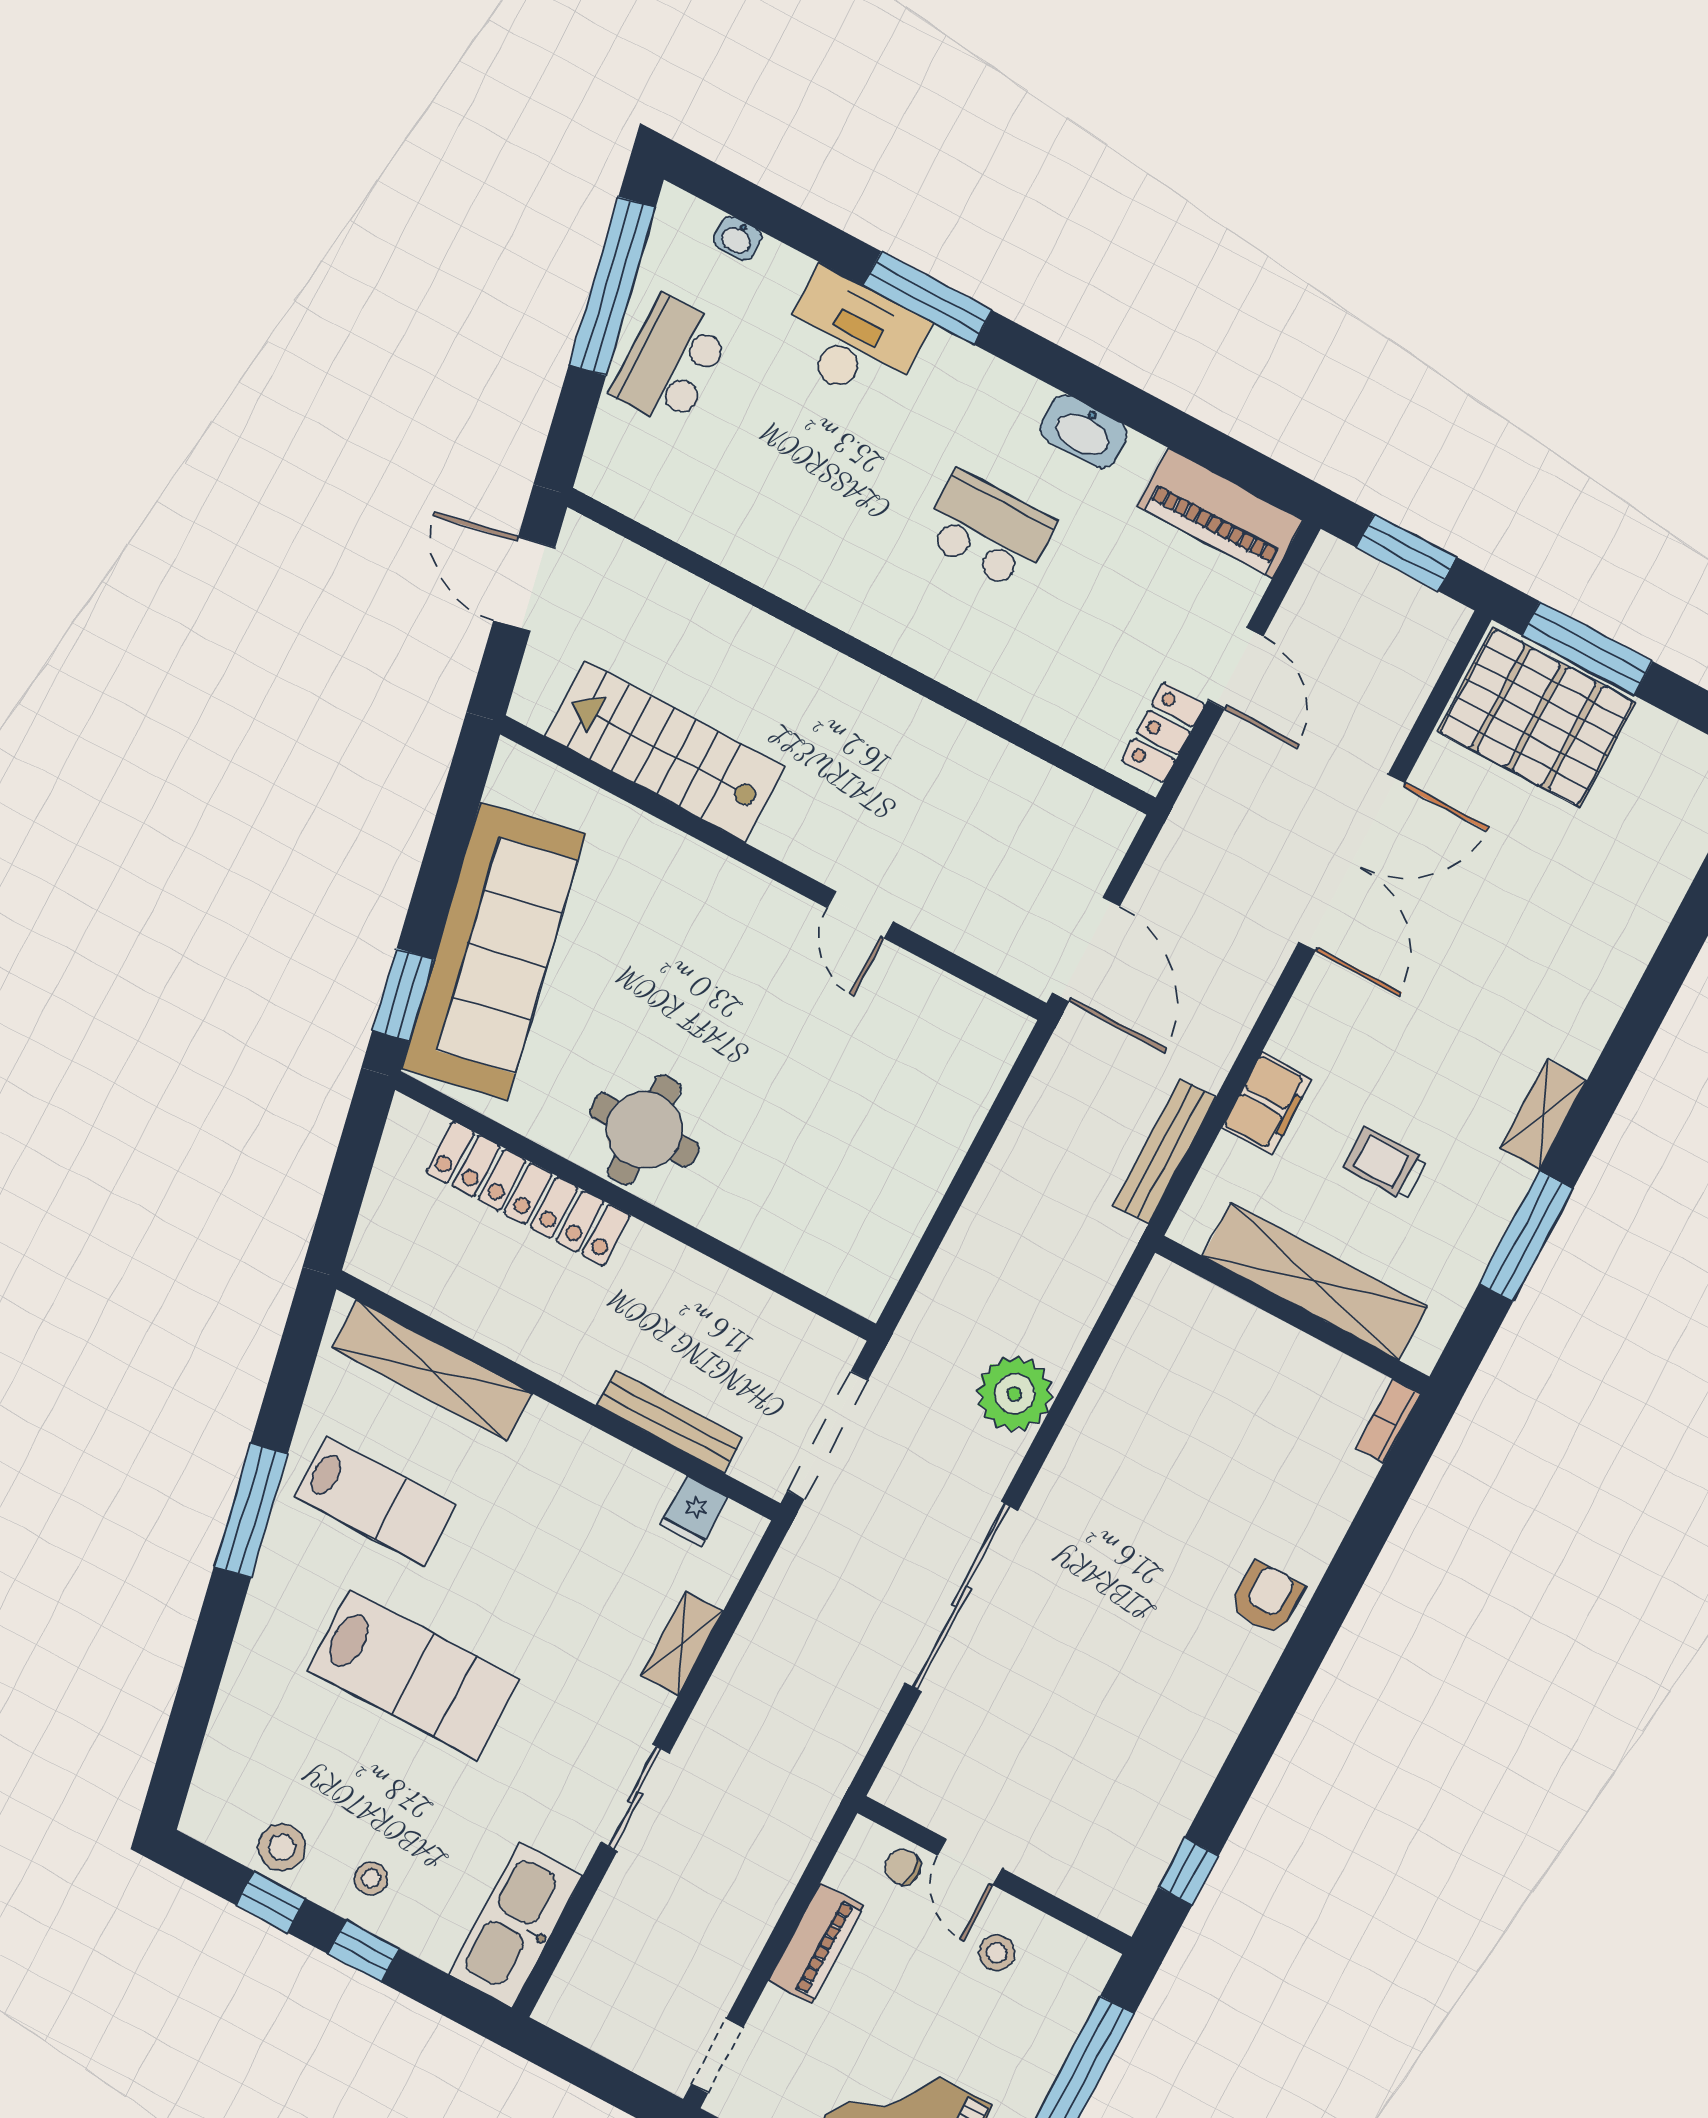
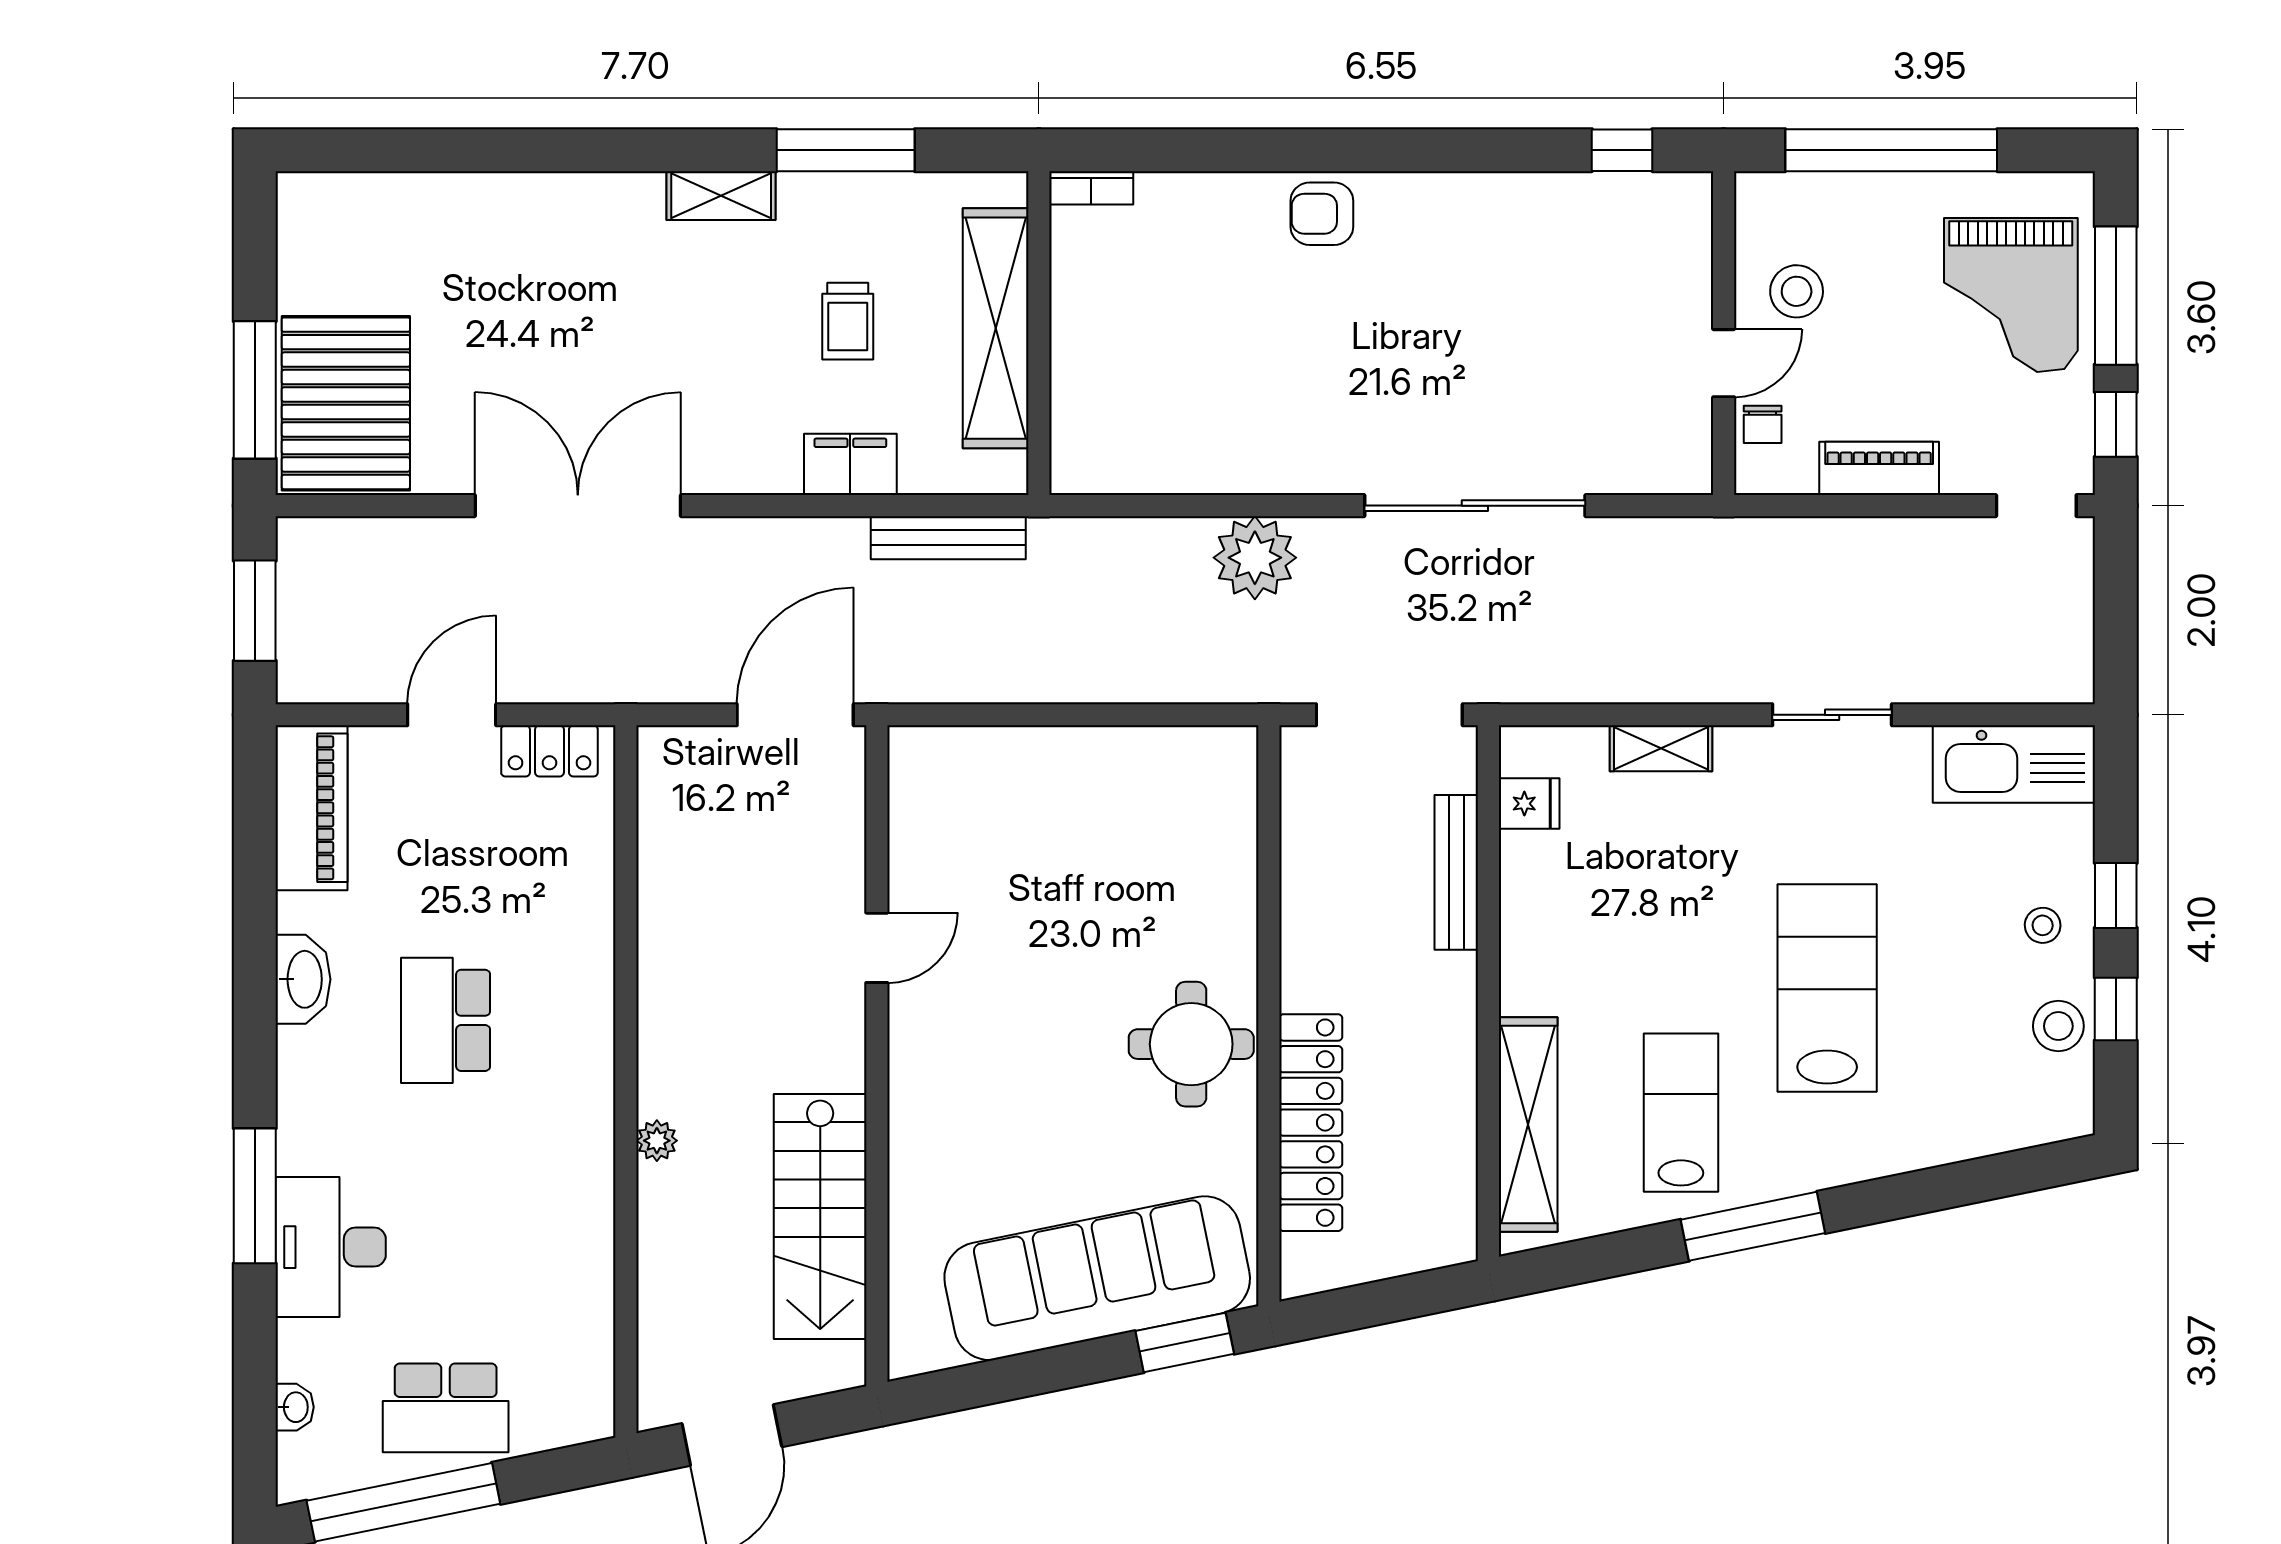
plant: (798, 651) -> (657, 1141), added
stool: (997, 1953) -> (1797, 291), width x1.37, depth x1.37

